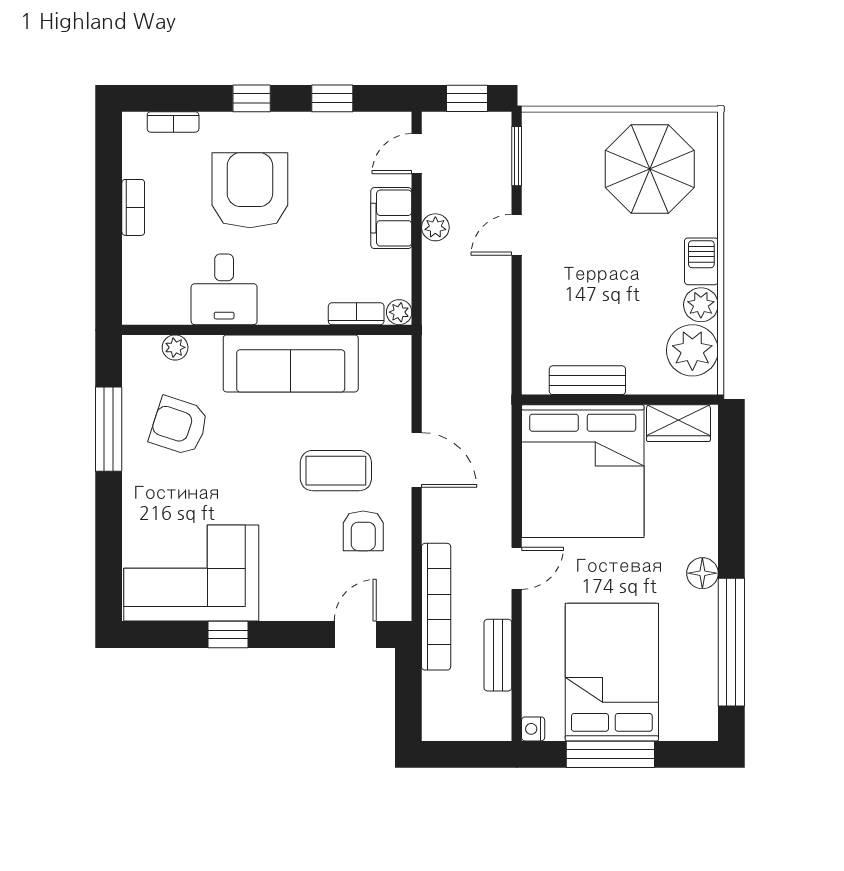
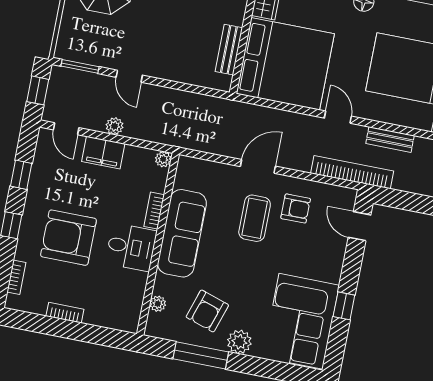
desk: (224, 289) -> (131, 247), moved
bookcase: (356, 314) -> (154, 211), moved
plant: (141, 485) -> (239, 342), added

